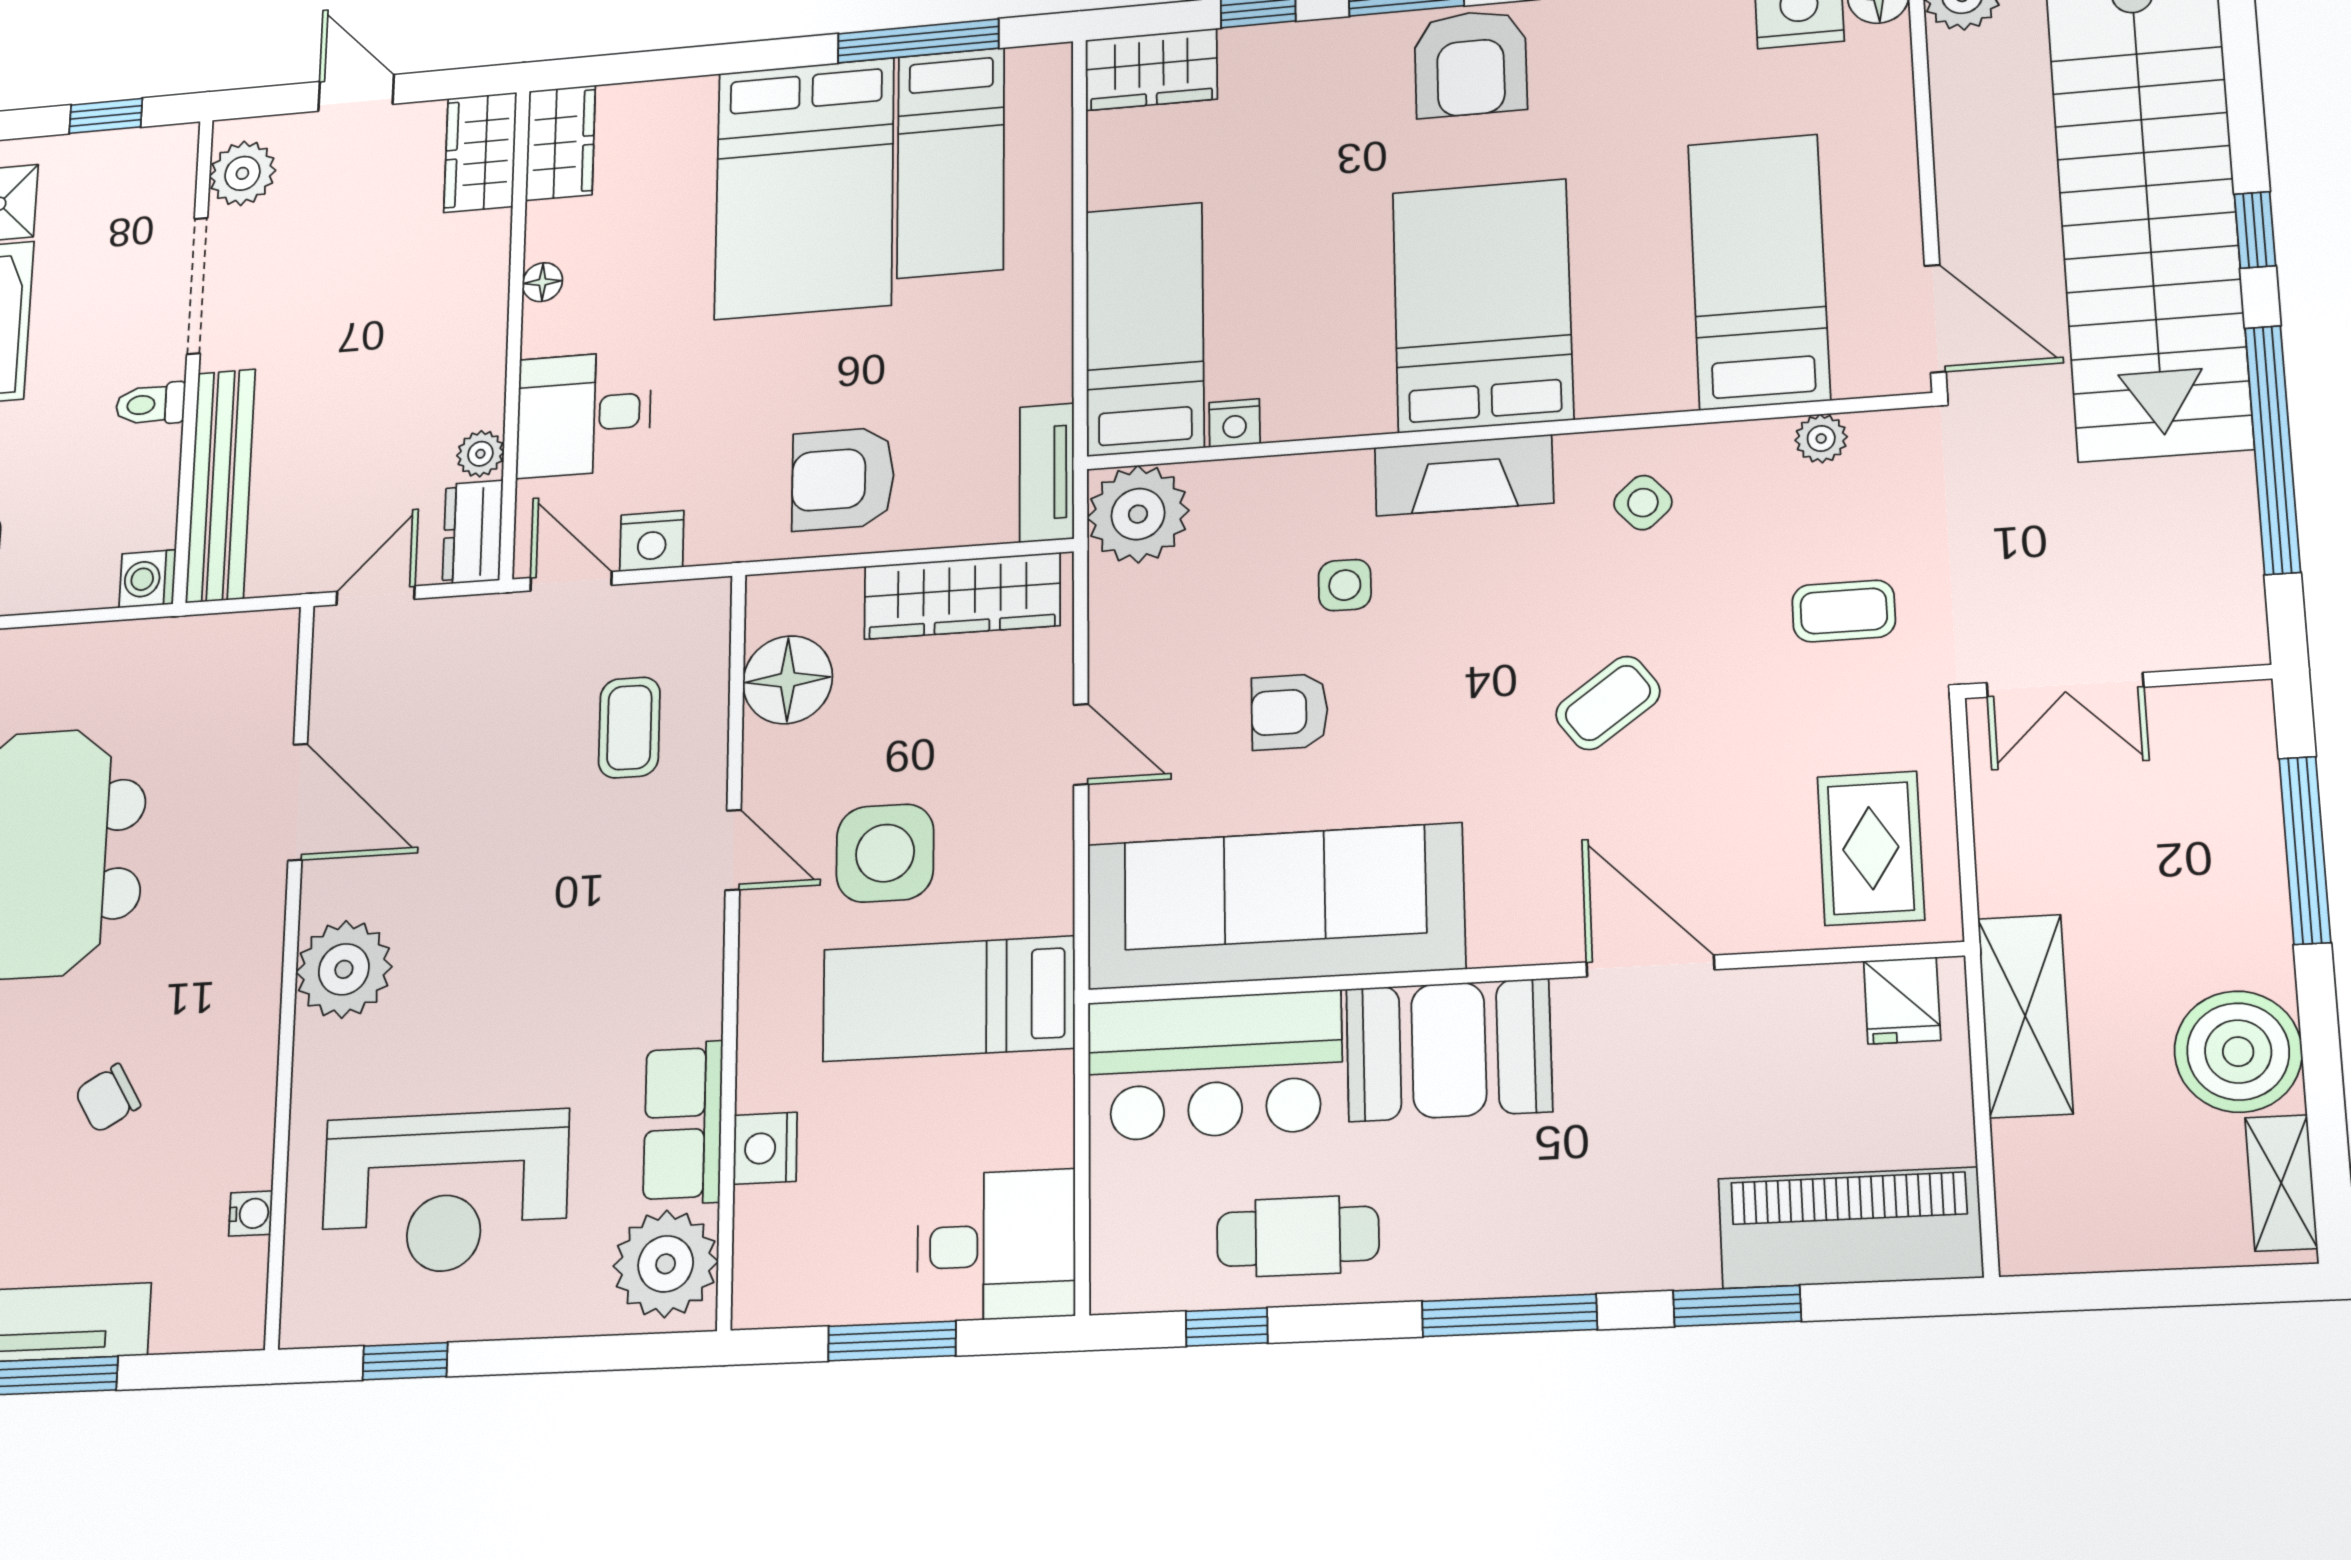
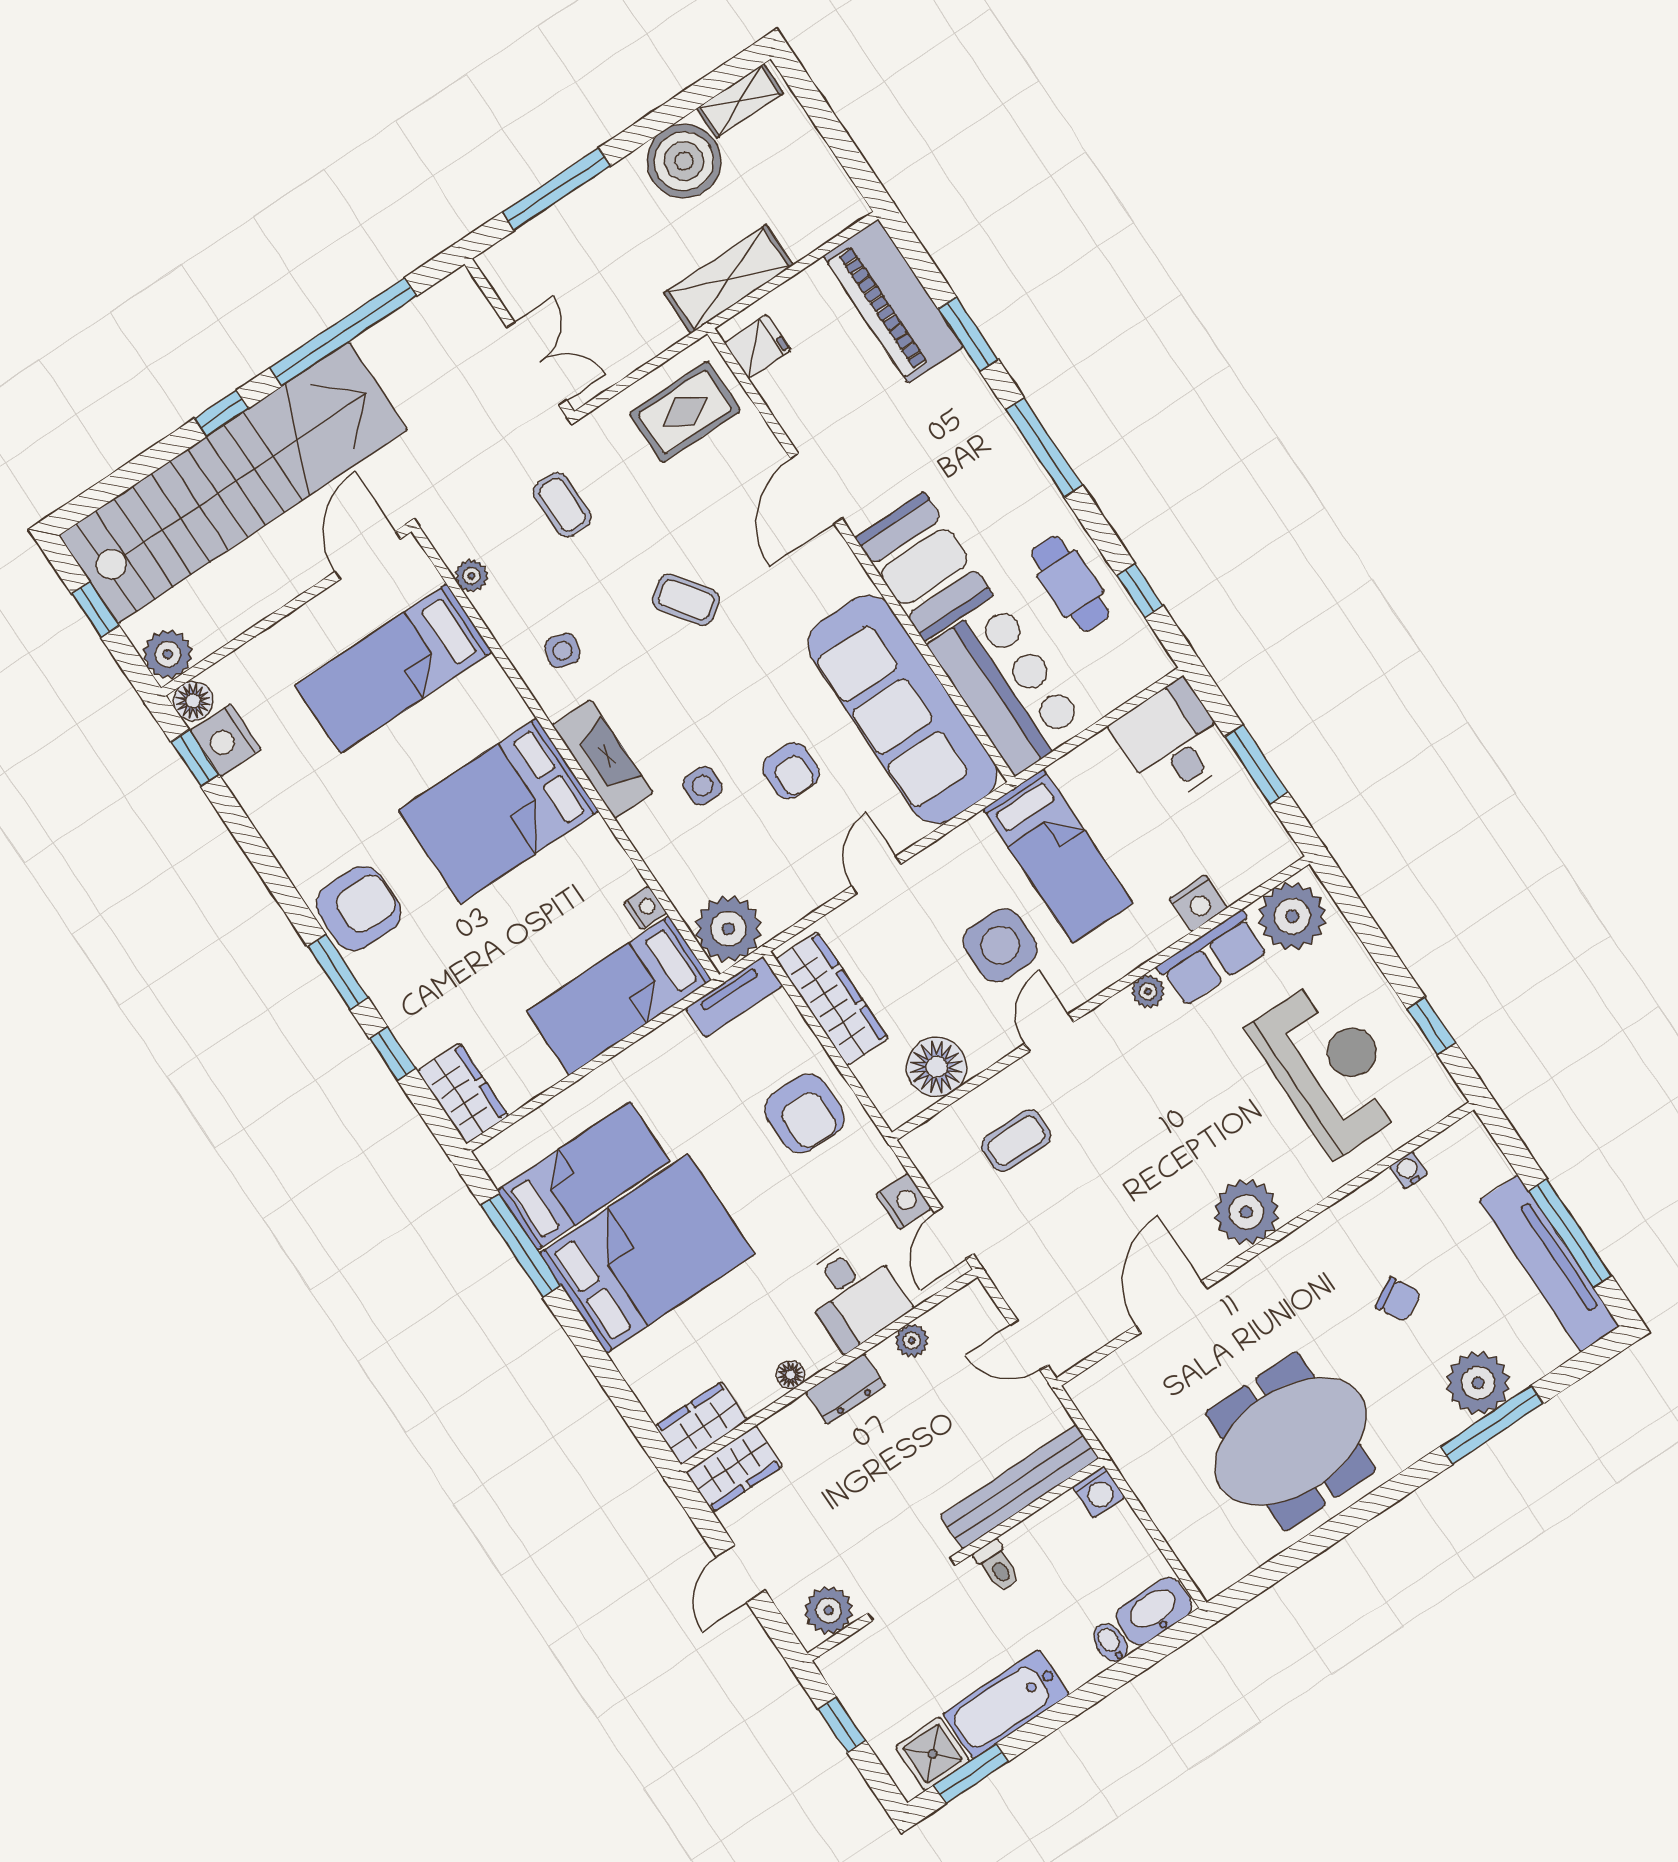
side table: (1643, 503) -> (563, 651), turned -32
dresser: (473, 532) -> (846, 1389), moved
plant: (699, 1011) -> (1148, 991), added

